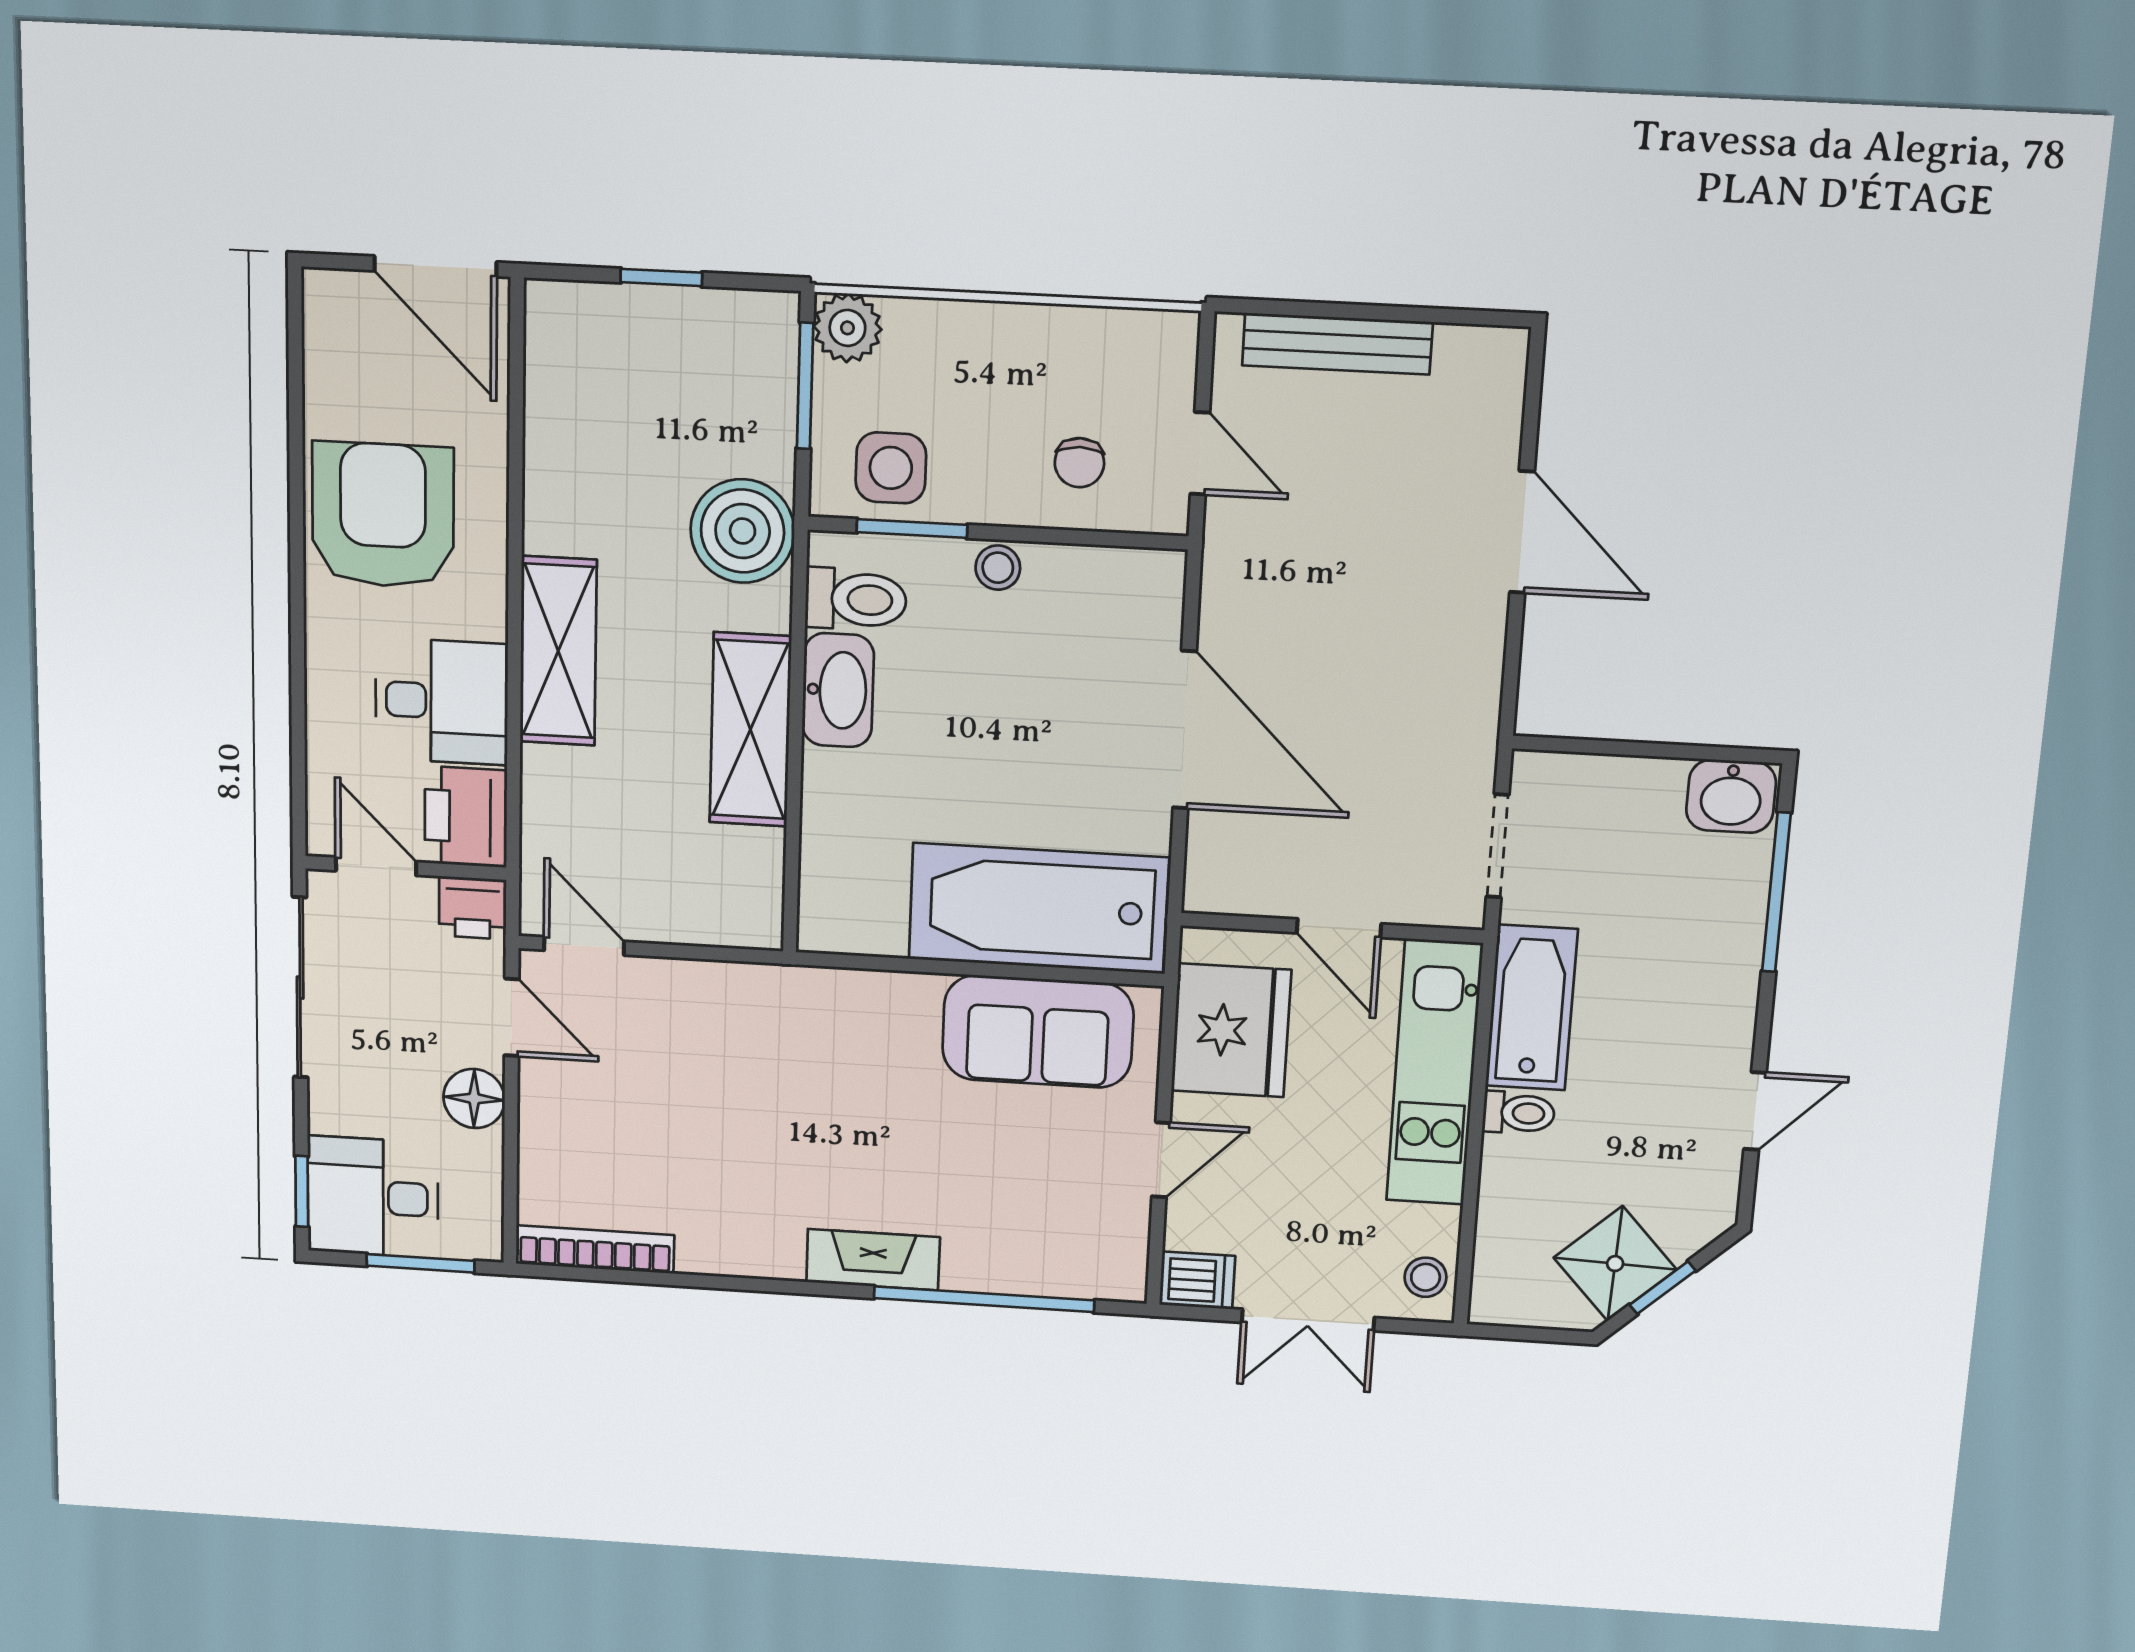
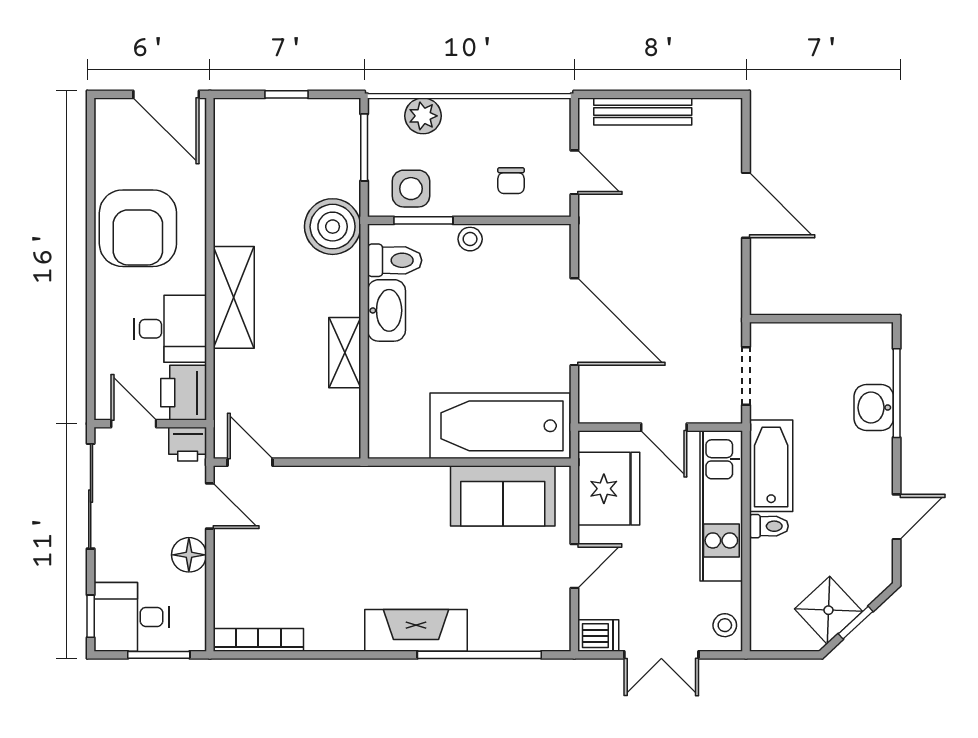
plant: (847, 328) -> (423, 116), moved
armchair: (383, 515) -> (138, 228), turned 180
shelving: (750, 730) -> (345, 353), width x0.67, depth x0.75
washbasin: (1731, 796) -> (874, 408), moved, turned 90
fireplace: (873, 1260) -> (416, 630), width x1.37, depth x1.32

